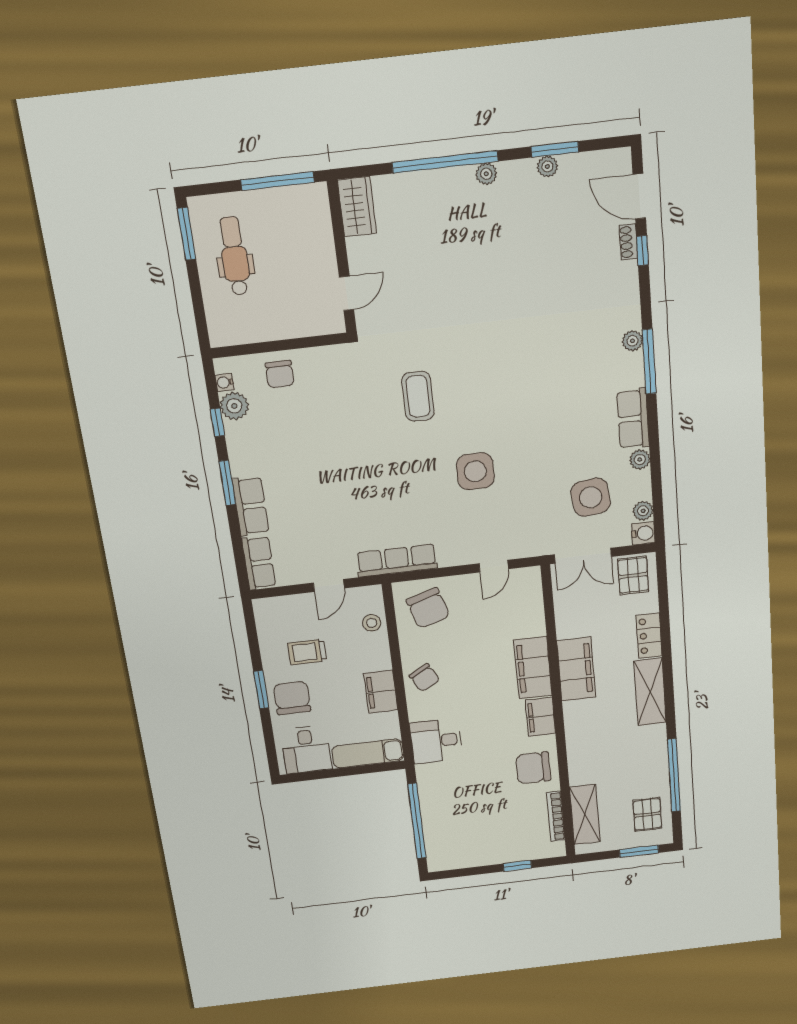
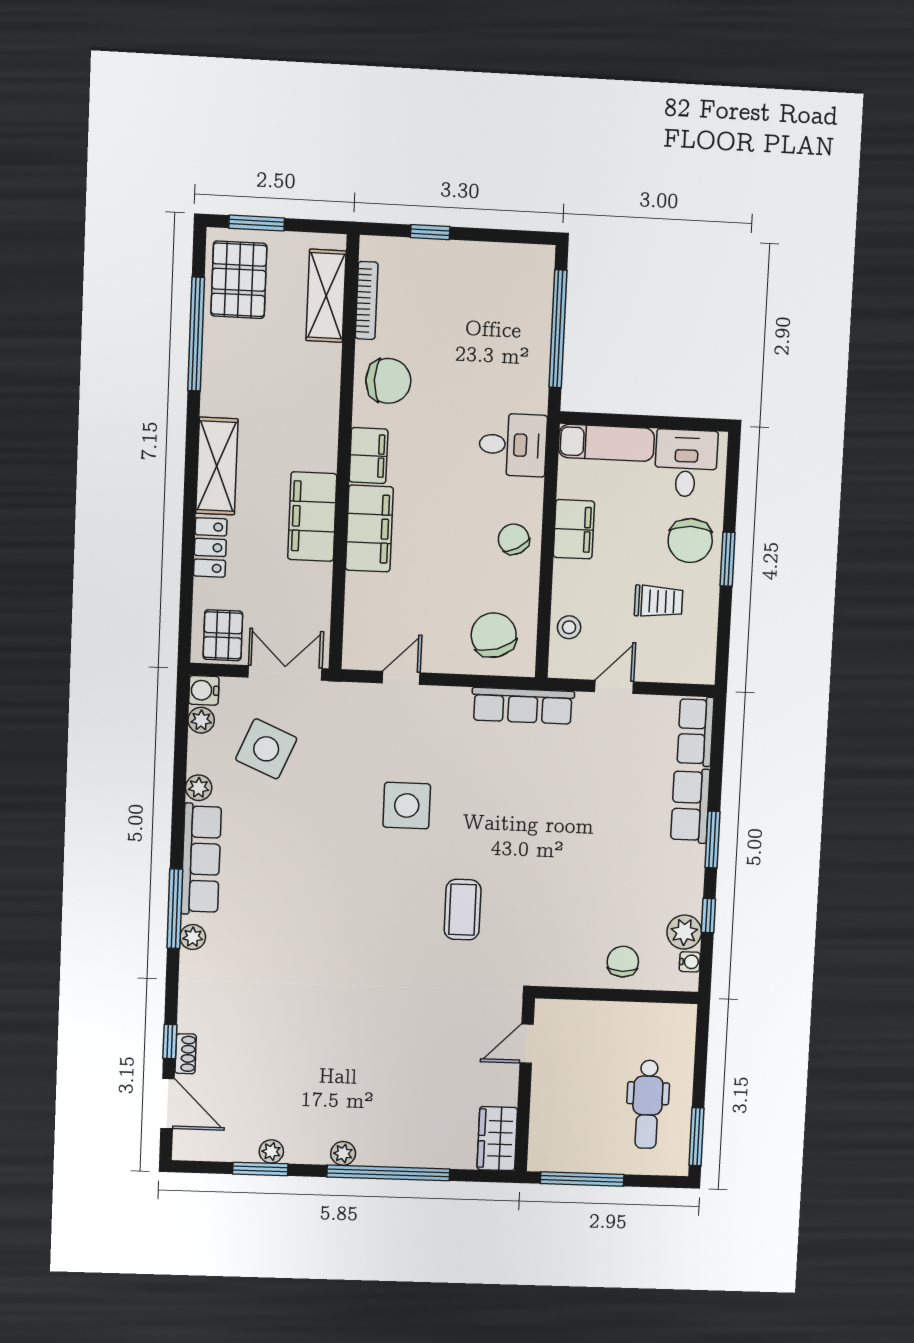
row of seats: (633, 419) -> (201, 859), width x1.48
side table: (591, 497) -> (266, 749), turned 30
pallet: (647, 814) -> (239, 280), width x1.50, depth x1.42

